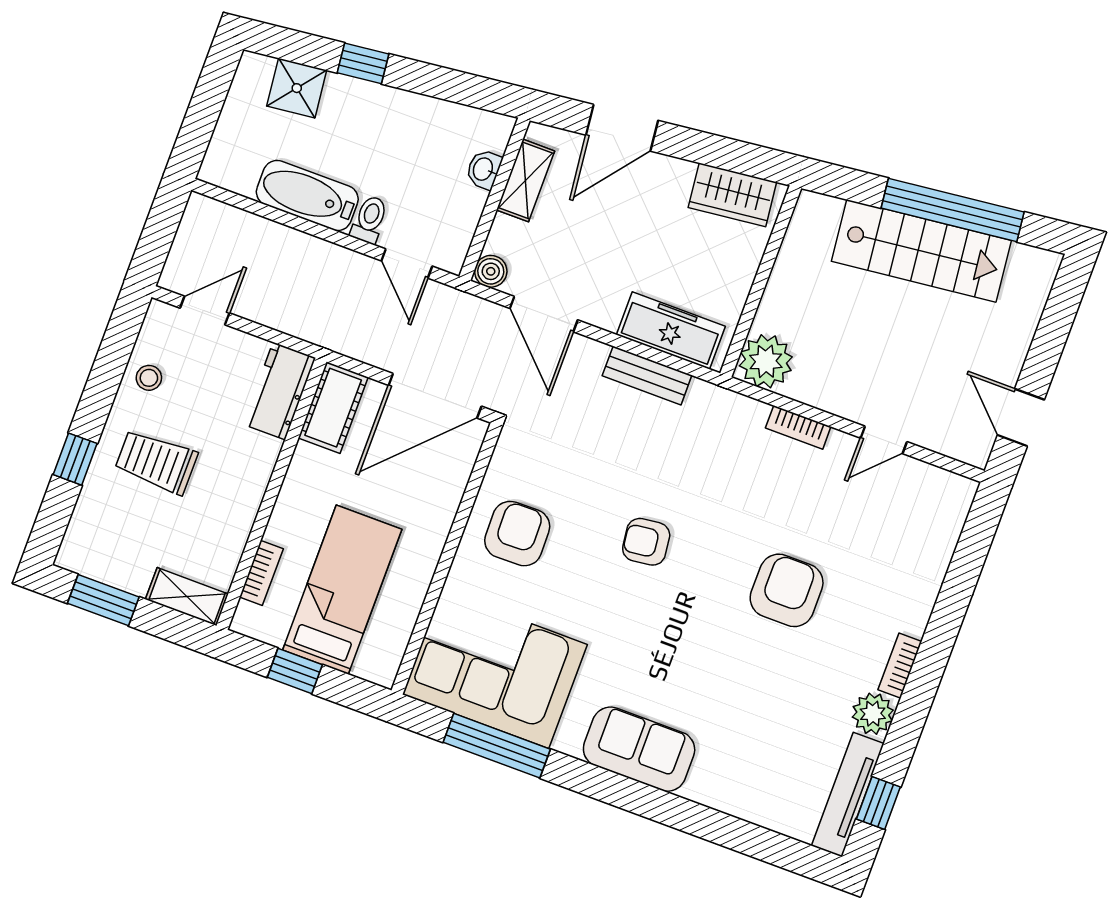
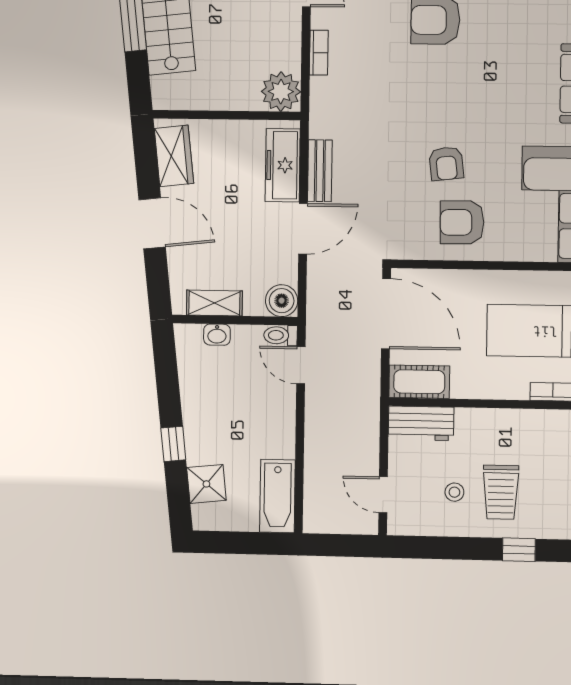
door: (622, 128) -> (152, 223), moved
bathtub: (307, 196) -> (277, 496), moved
toilet: (369, 219) -> (281, 335), moved
door: (407, 263) -> (301, 365), swing flipped
boiler: (491, 271) -> (282, 301), width x1.36, depth x1.36
door: (544, 314) -> (303, 229), moved
stool: (149, 378) -> (454, 492), moved
armchair: (646, 542) -> (446, 164), moved

